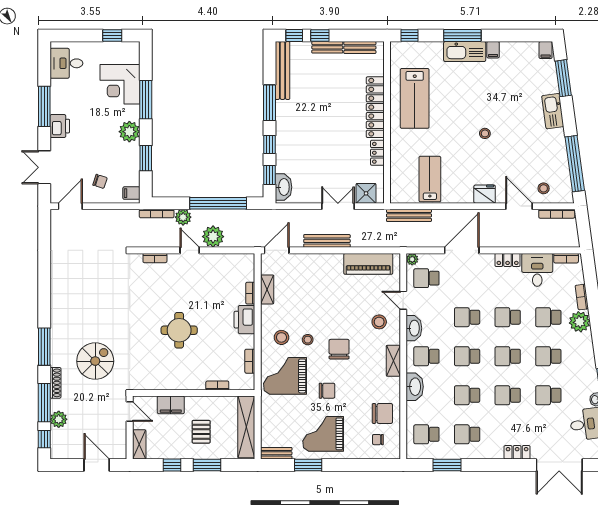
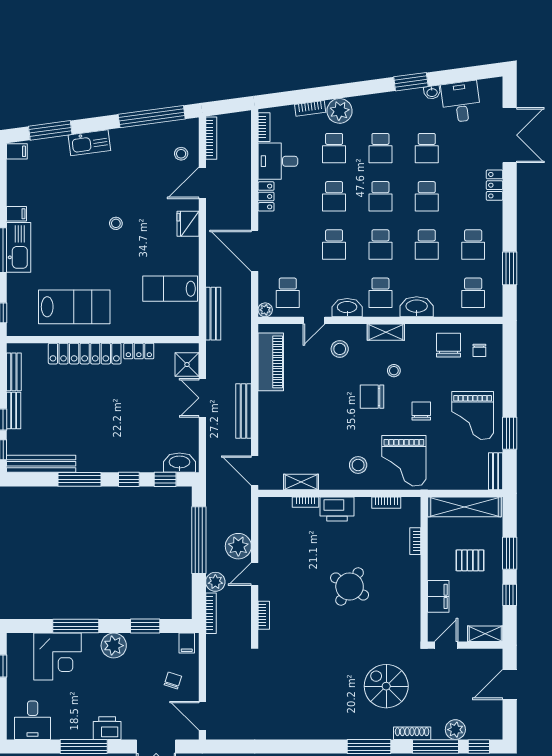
round table: (179, 330) -> (350, 586), turned 32
stool: (308, 340) -> (394, 371), moved

